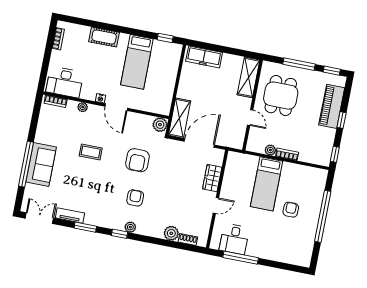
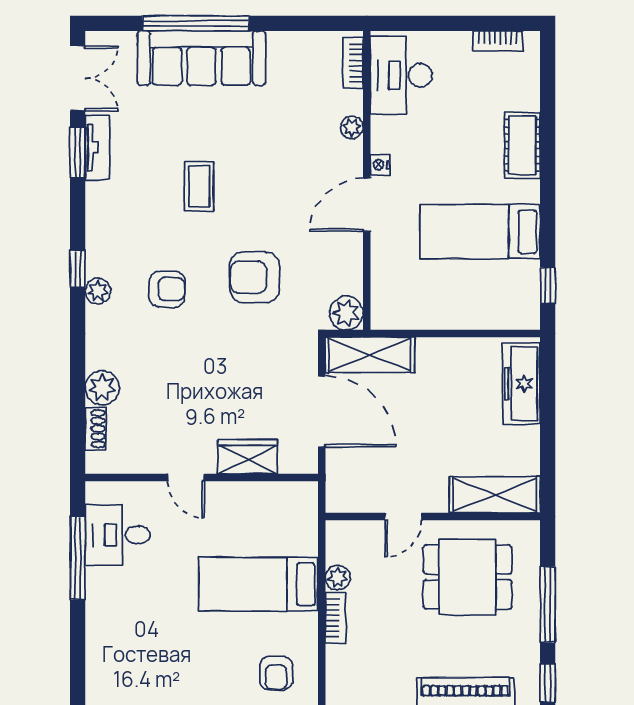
coffee table: (91, 152) -> (199, 186), moved
sofa: (41, 164) -> (201, 58), width x1.36
armchair: (291, 210) -> (276, 673), moved, turned 90
window: (85, 227) -> (78, 153), moved

